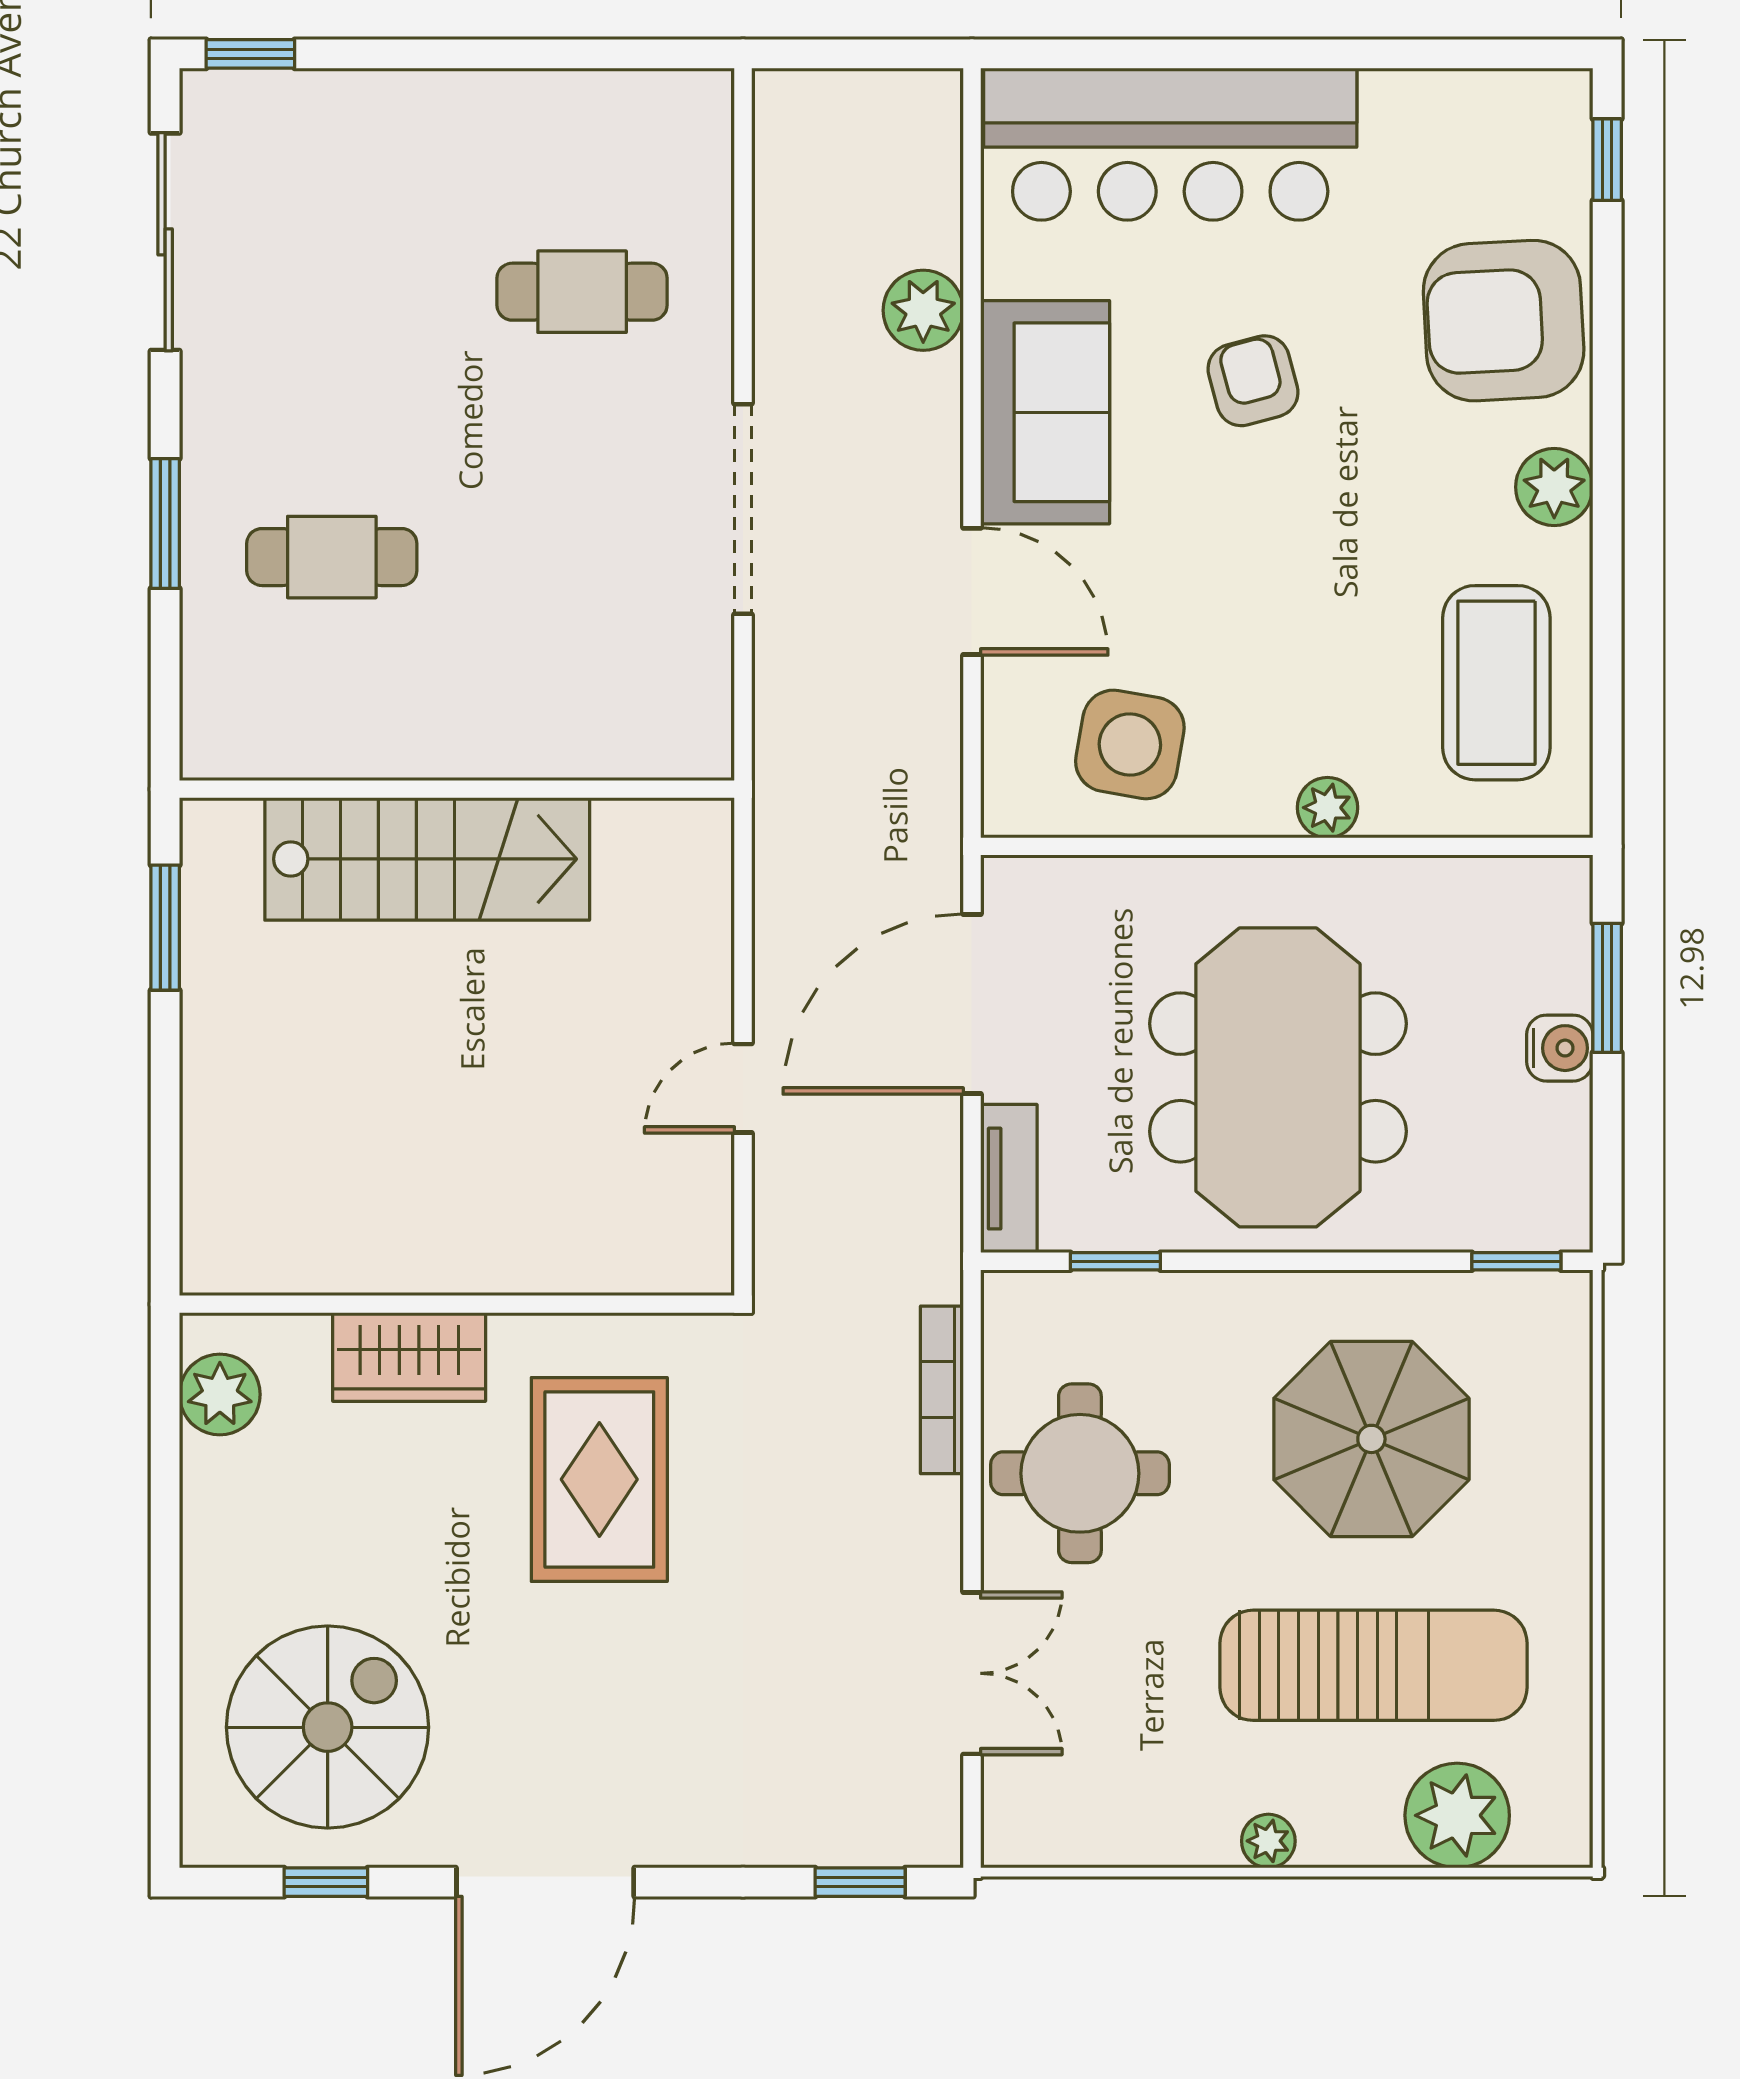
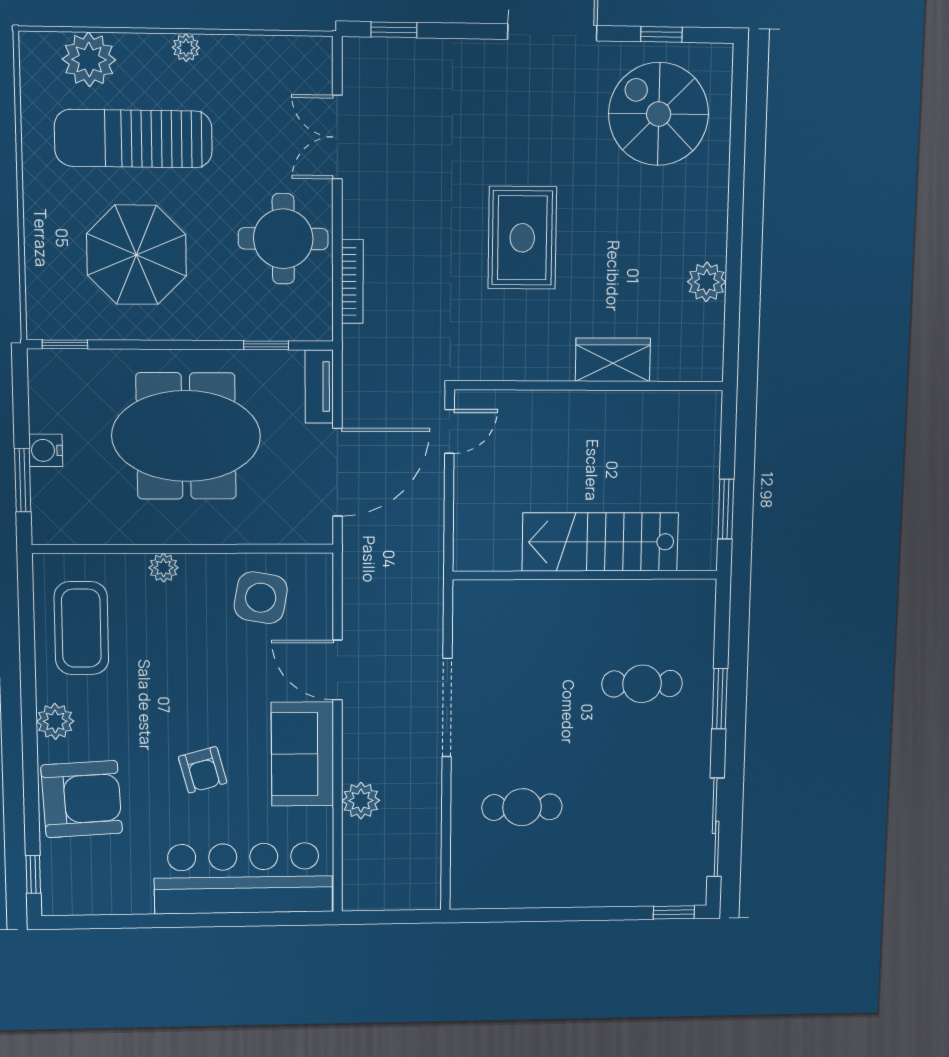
meeting table: (1278, 1077) -> (186, 436), turned 90
wall: (457, 1304) -> (589, 386), moved
wardrobe: (409, 1357) -> (613, 360), moved
spiral stairs: (328, 1727) -> (659, 114), turned 90

